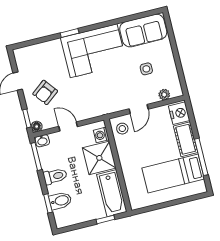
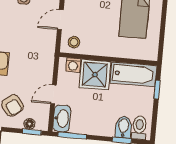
door: (139, 109) -> (60, 20), swing flipped
floor lamp: (37, 126) -> (30, 124), moved
washbasin: (42, 141) -> (62, 118), width x1.91, depth x1.45
toilet: (55, 176) -> (139, 128), moved

